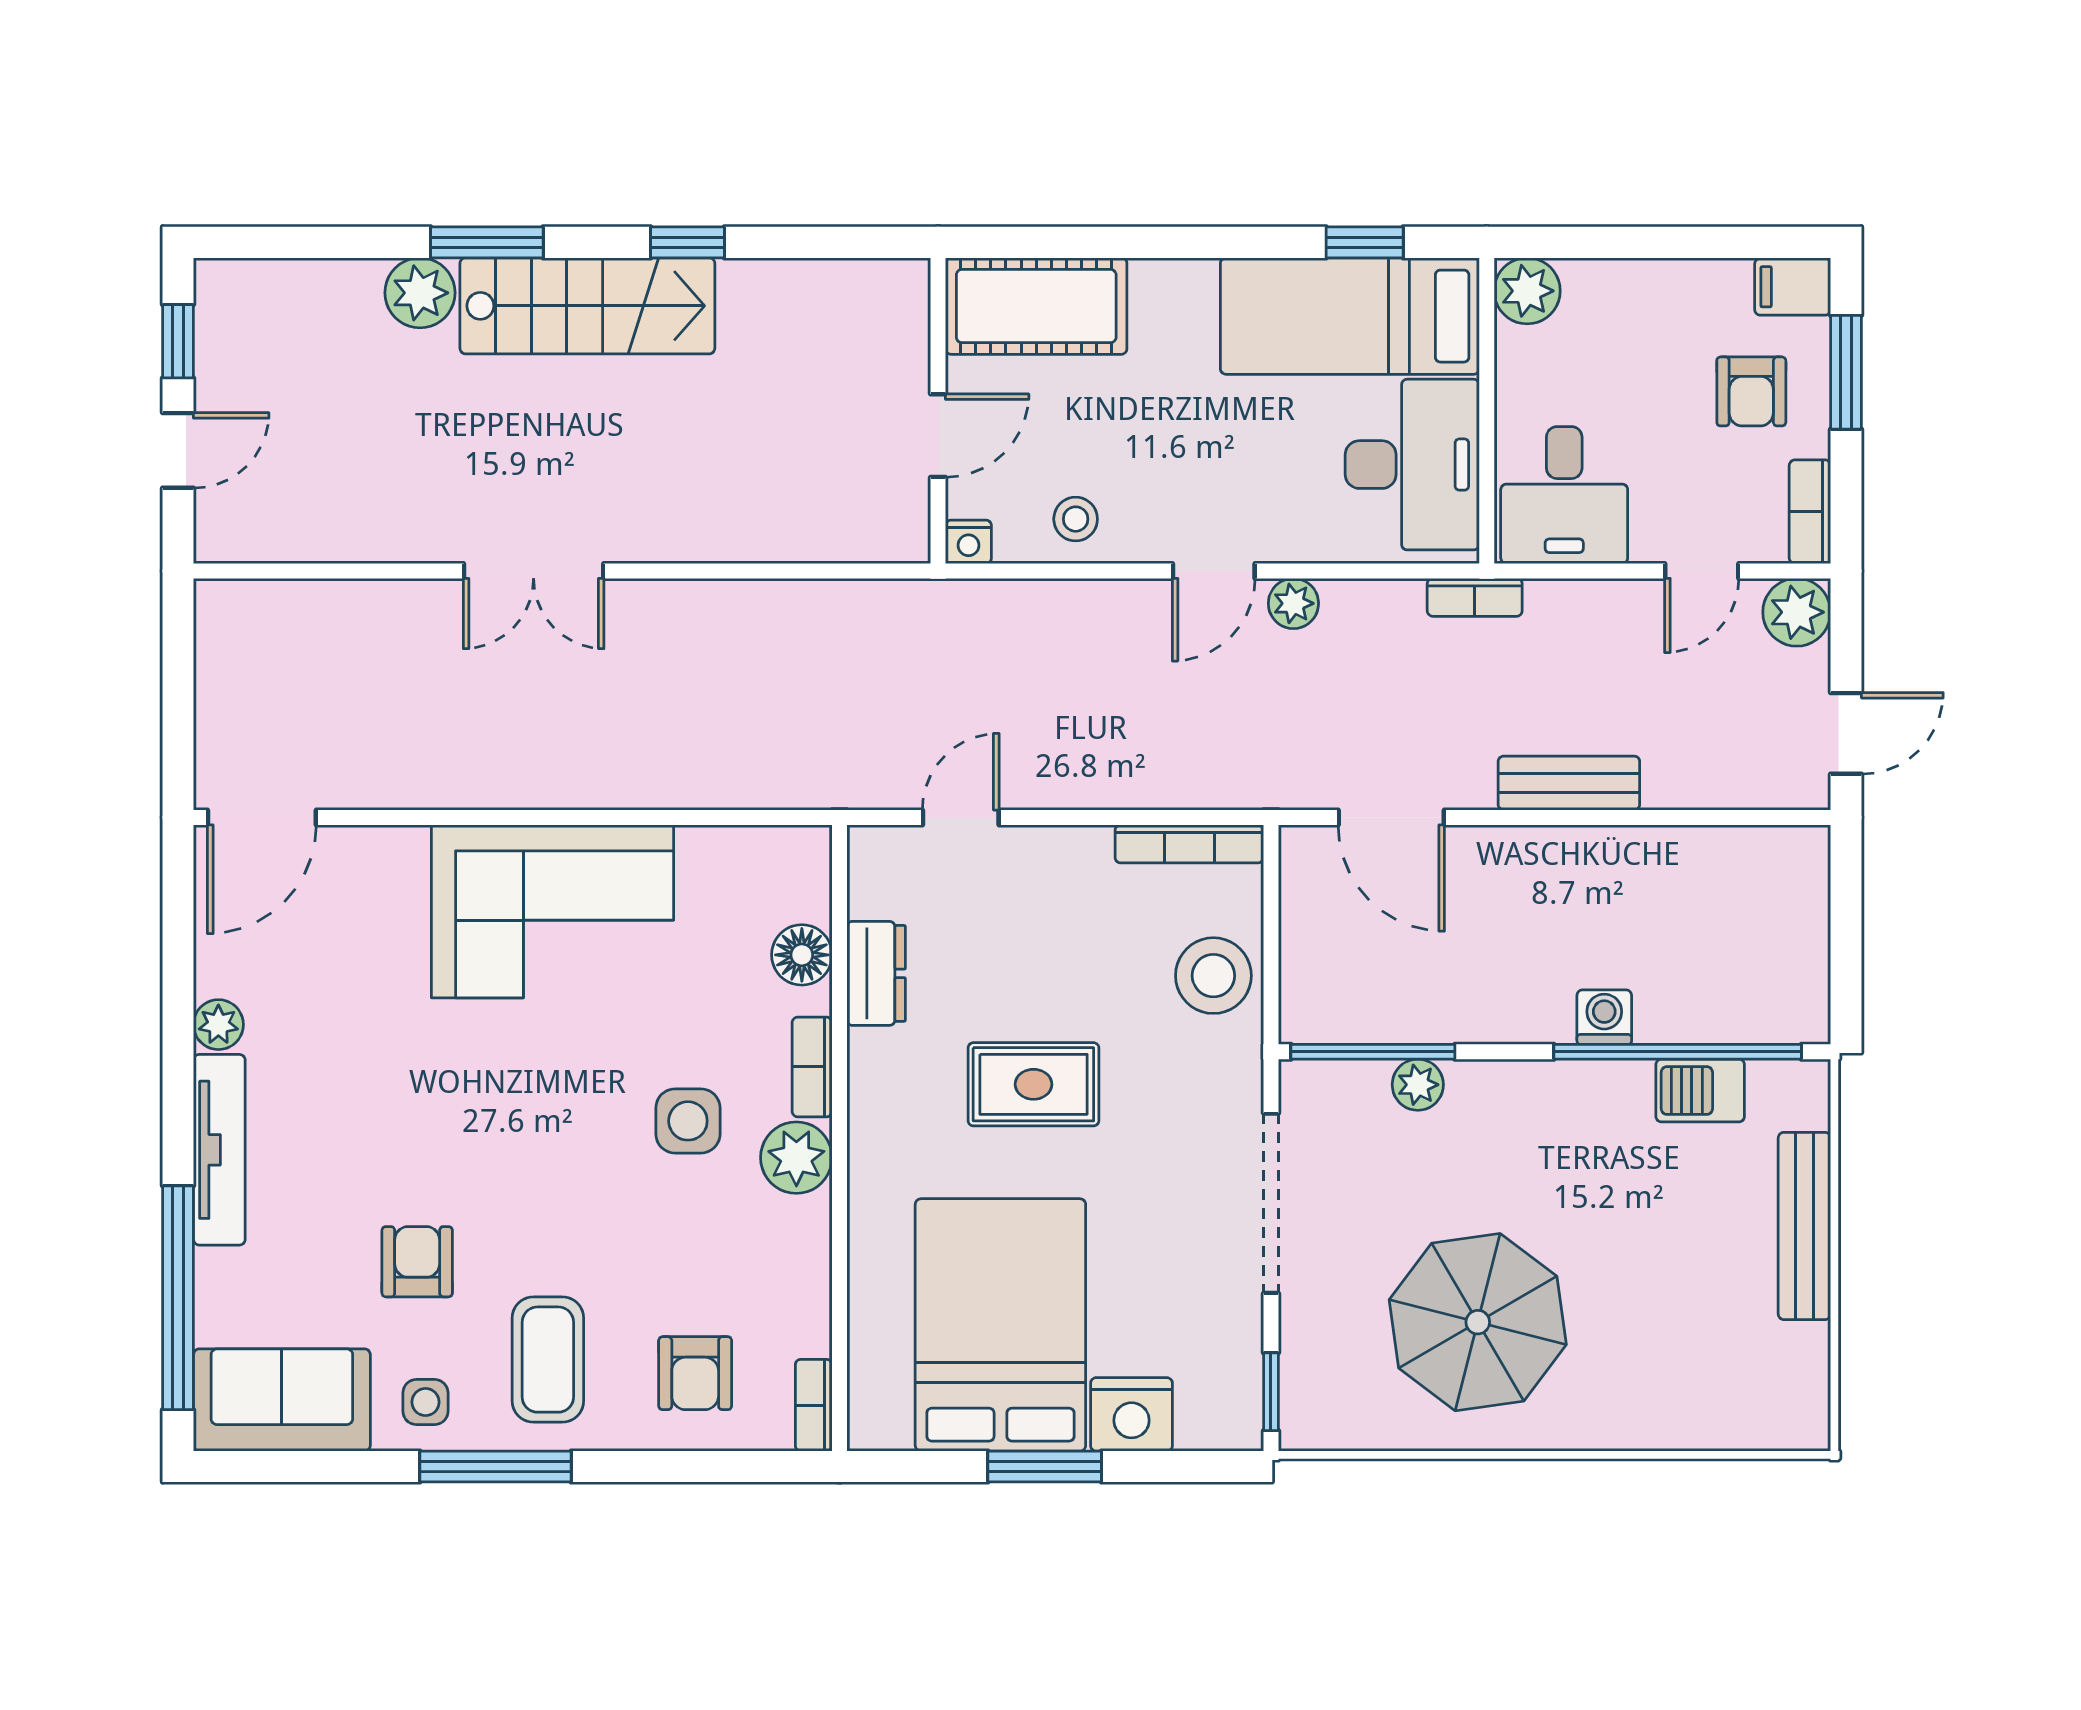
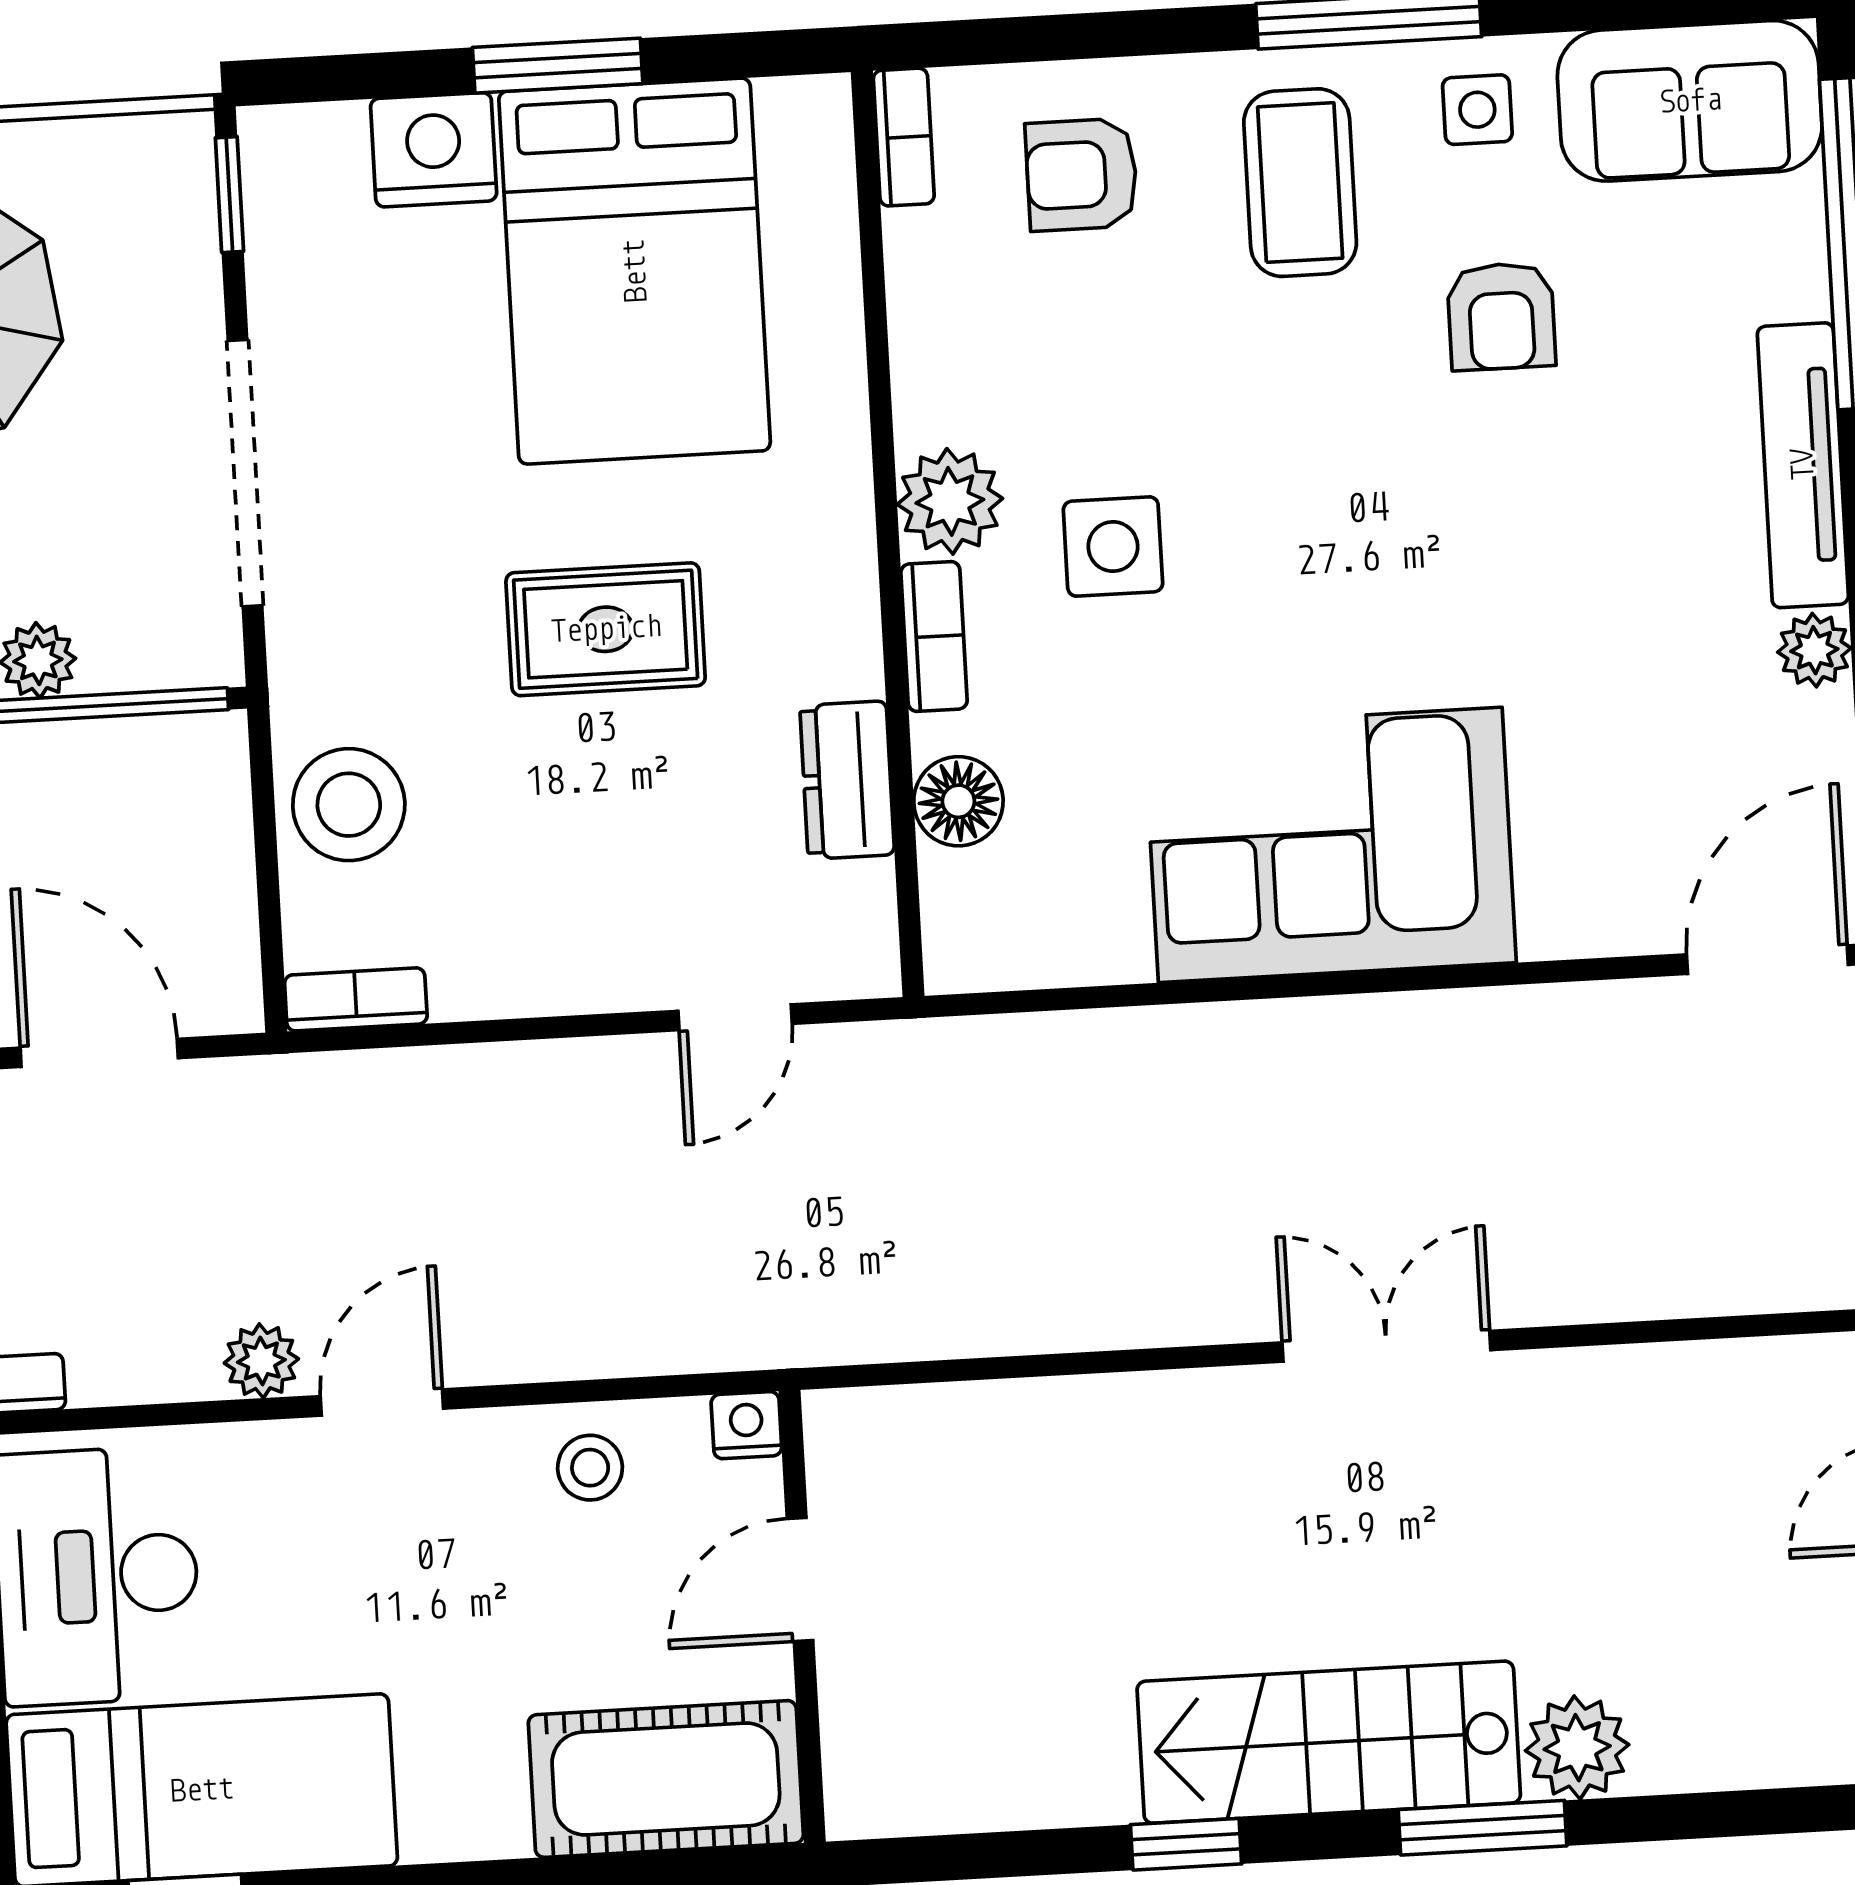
bookcase: (1189, 844) -> (356, 999), width x0.64
armchair: (695, 1373) -> (1081, 175), turned -90

